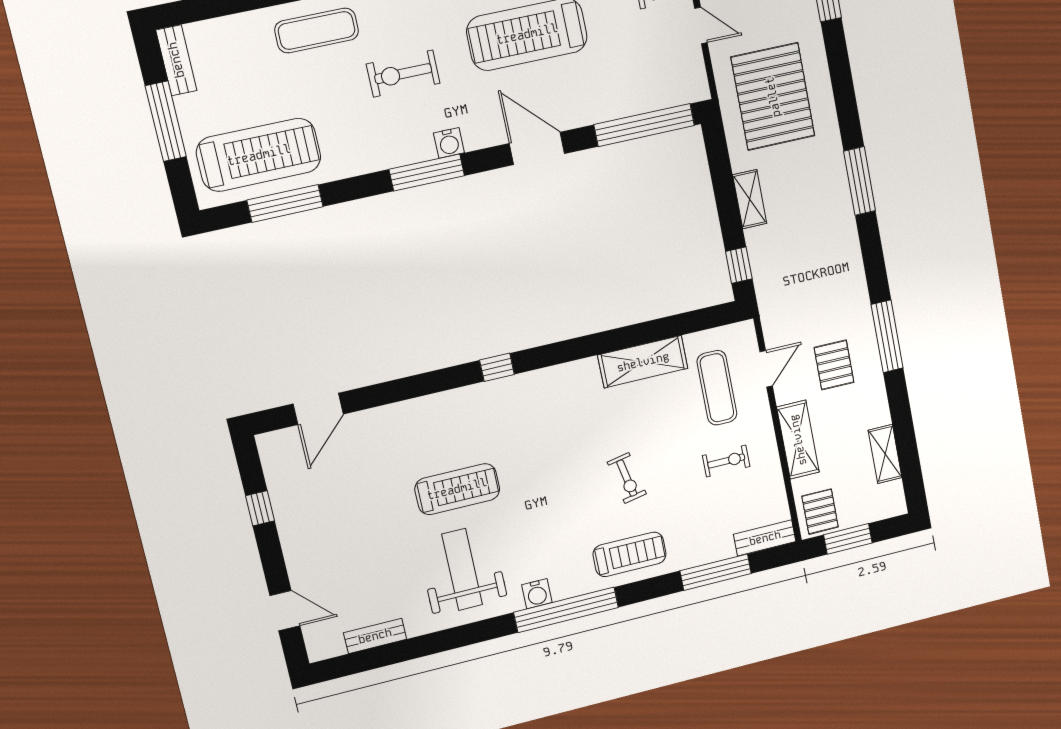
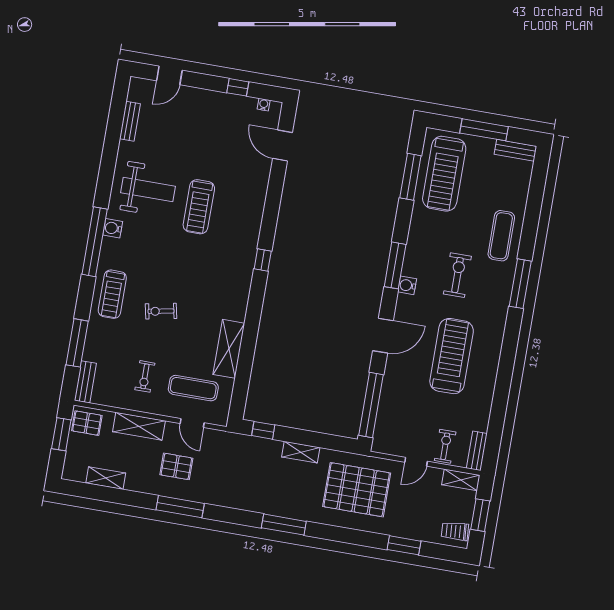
water cooler: (269, 461) -> (264, 105), added

